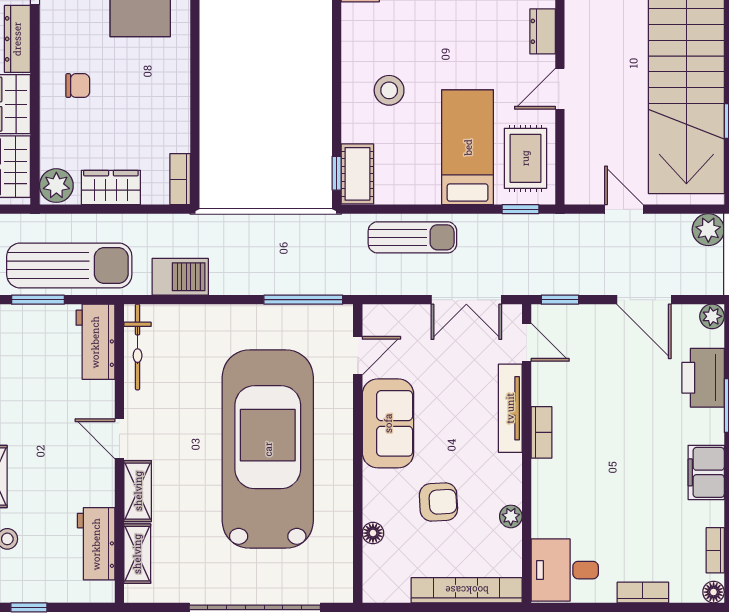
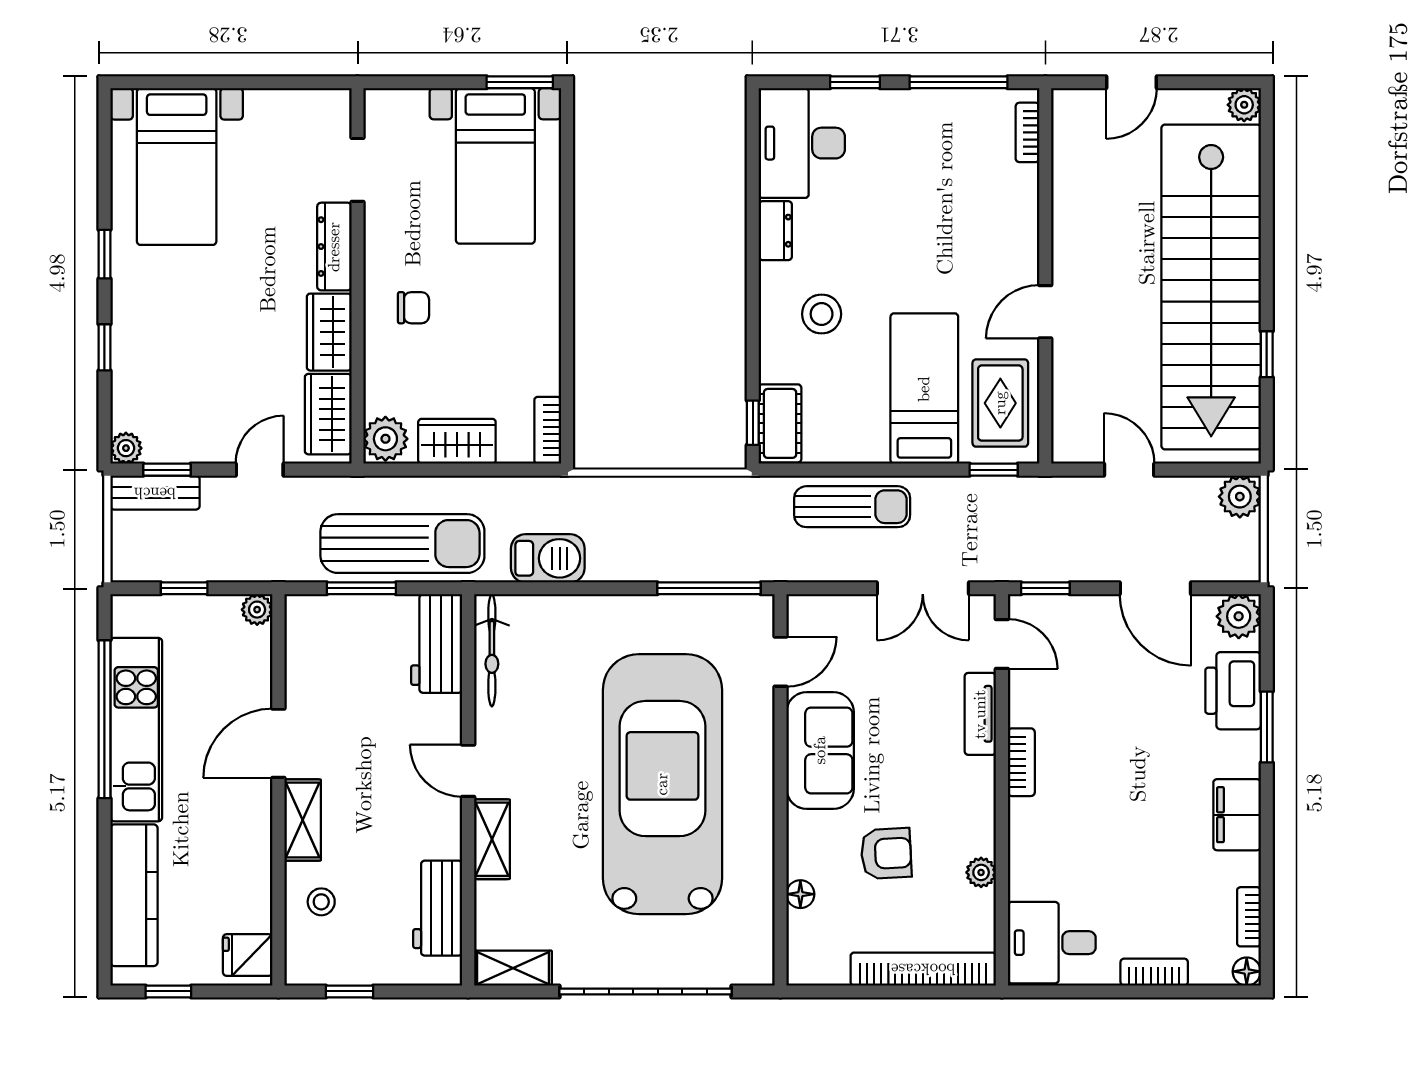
dresser: (543, 31) -> (775, 231), moved, turned 180
plant: (712, 316) -> (1239, 616), width x1.38, depth x1.38
tv unit: (510, 408) -> (980, 714), width x0.71
shelving: (137, 554) -> (513, 968), moved, turned 90

